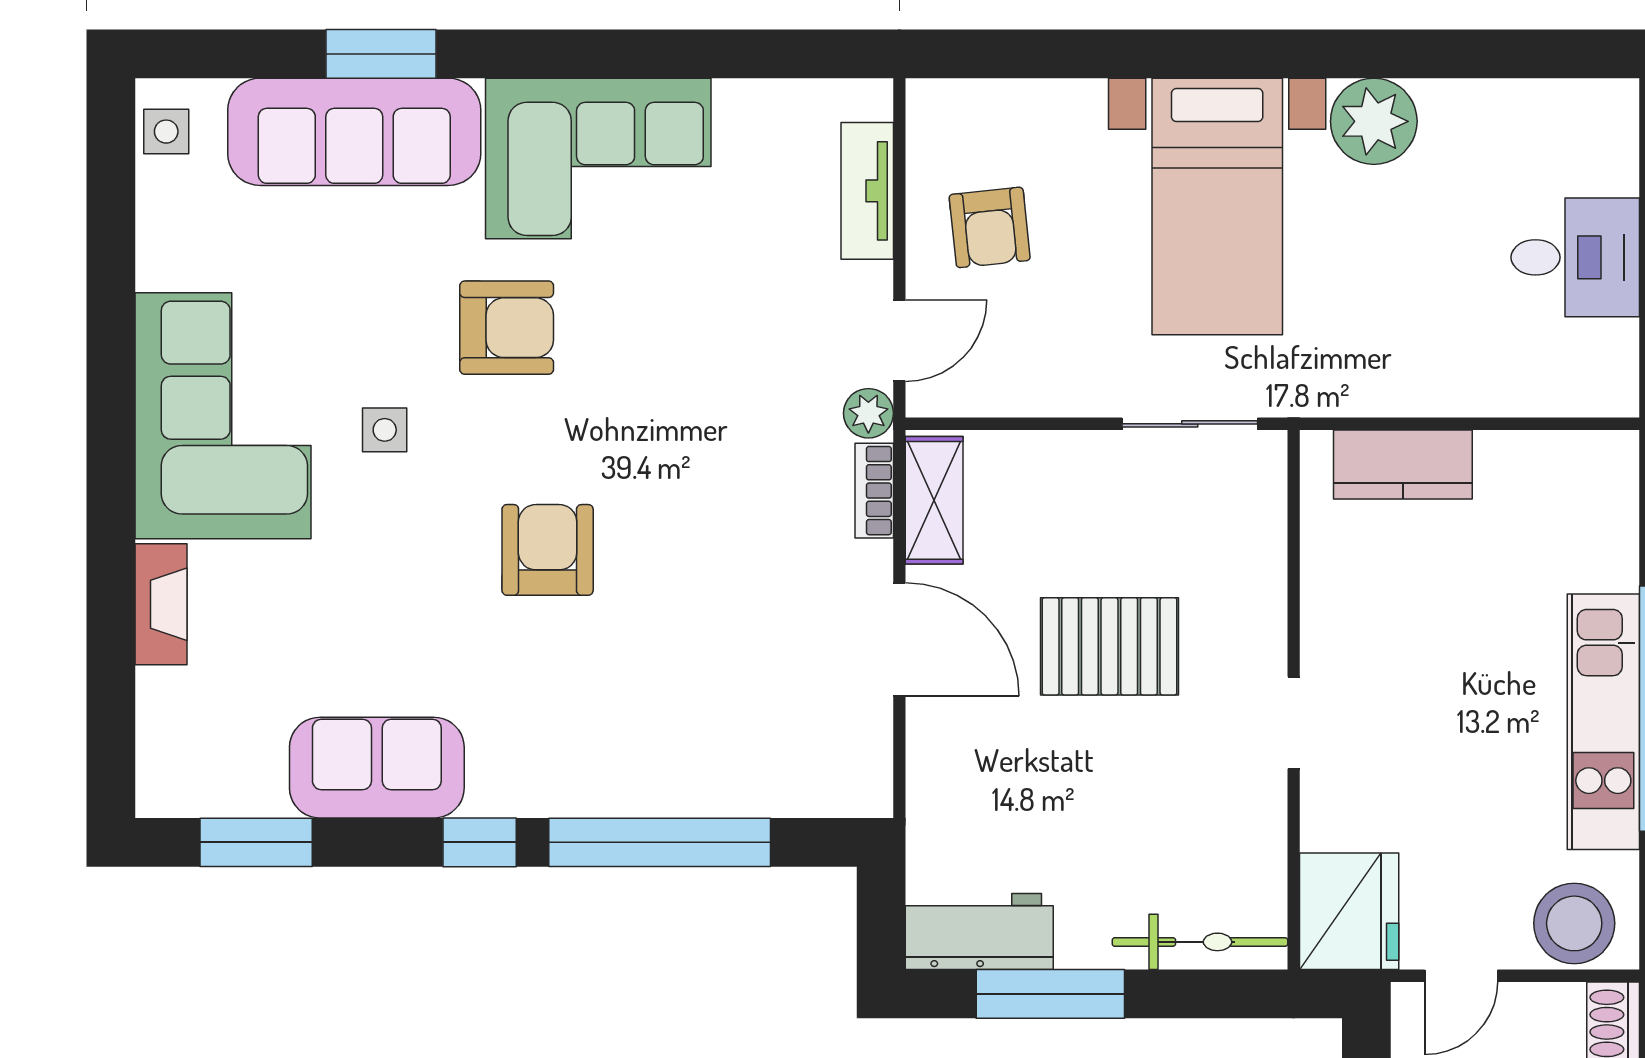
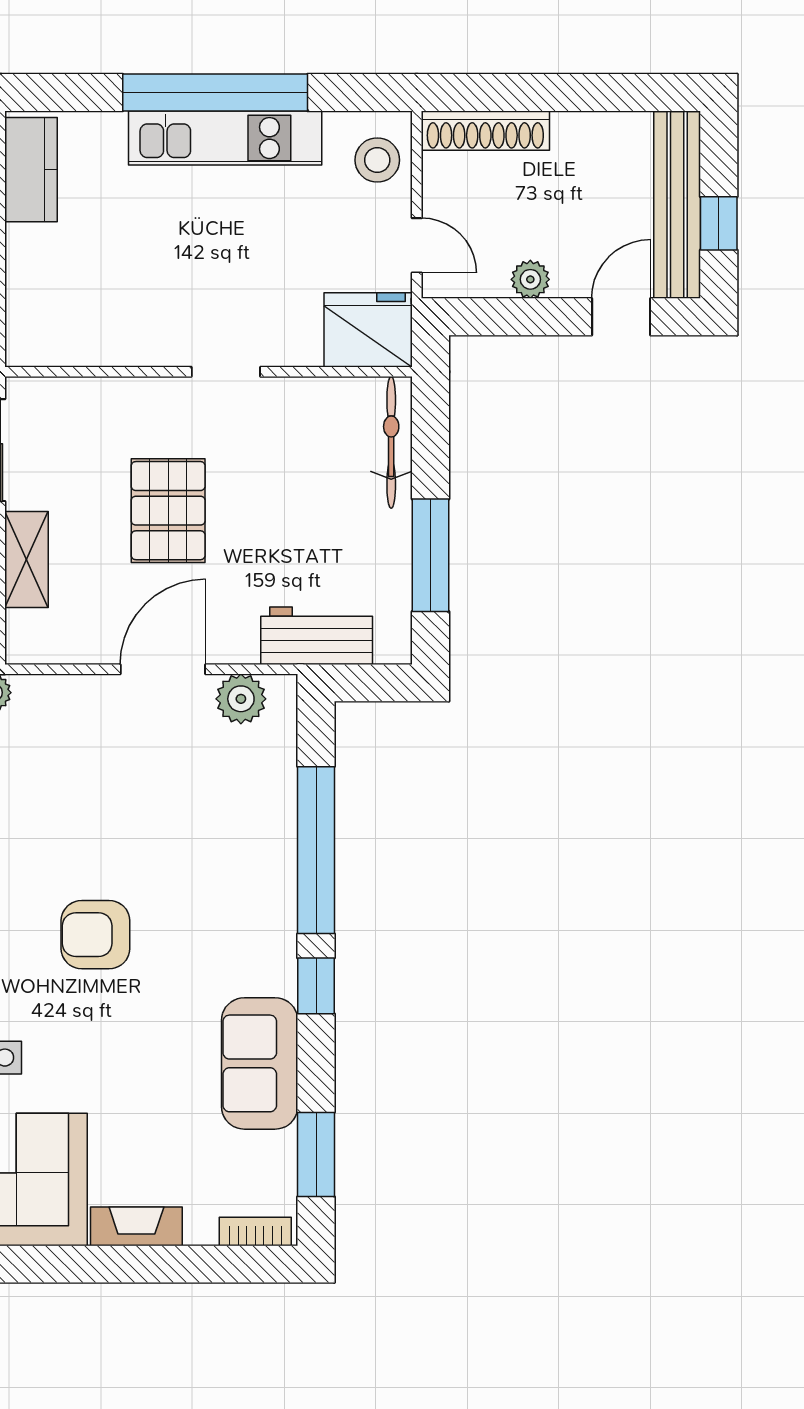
kitchen counter: (1403, 465) -> (31, 170), moved
bookcase: (874, 491) -> (255, 1231), moved, turned 180
shelving: (934, 500) -> (27, 560), moved, turned 90
plant: (860, 743) -> (241, 699), added
stool: (1574, 923) -> (377, 160), width x0.73, depth x0.73
workbench: (979, 932) -> (317, 636), moved, turned 90

